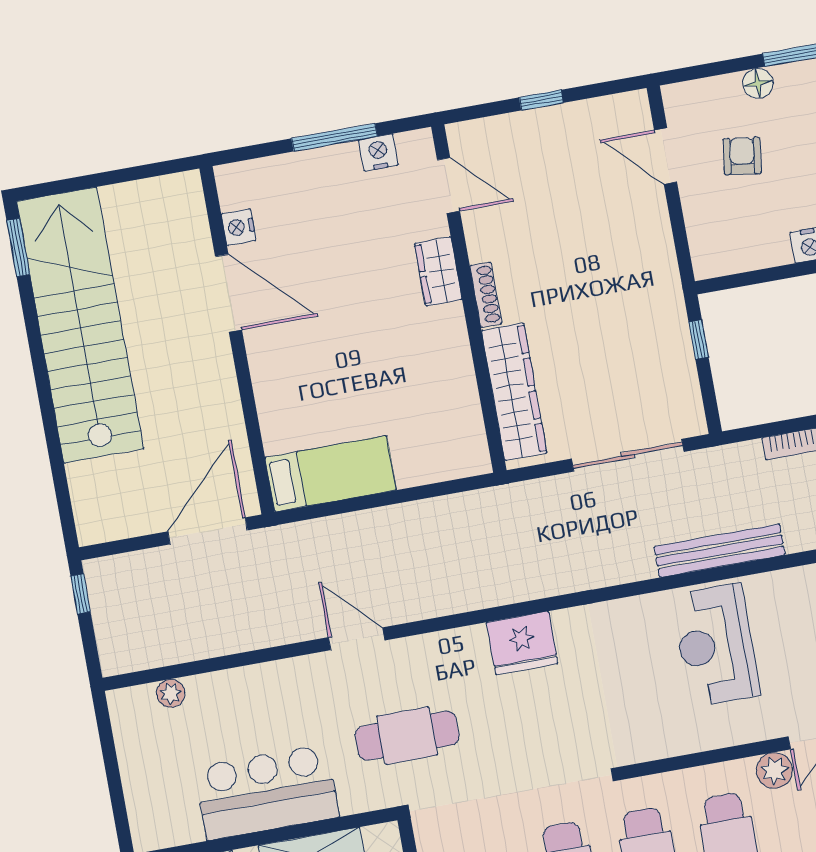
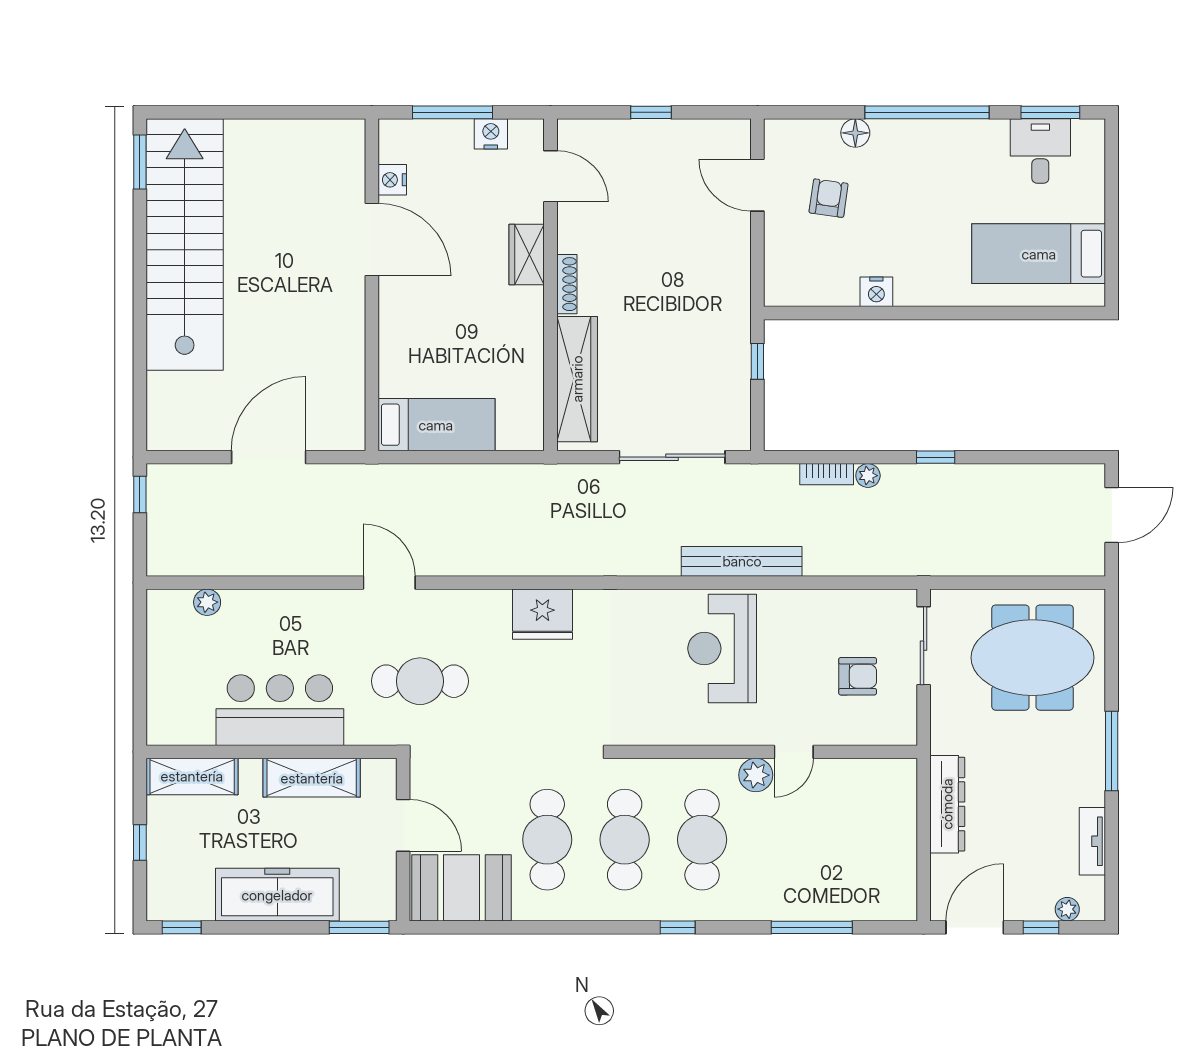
nightstand: (239, 227) -> (392, 180), moved
door: (229, 293) -> (372, 240), moved
wall: (237, 340) -> (372, 285), moved
bed: (331, 474) -> (436, 425), moved

